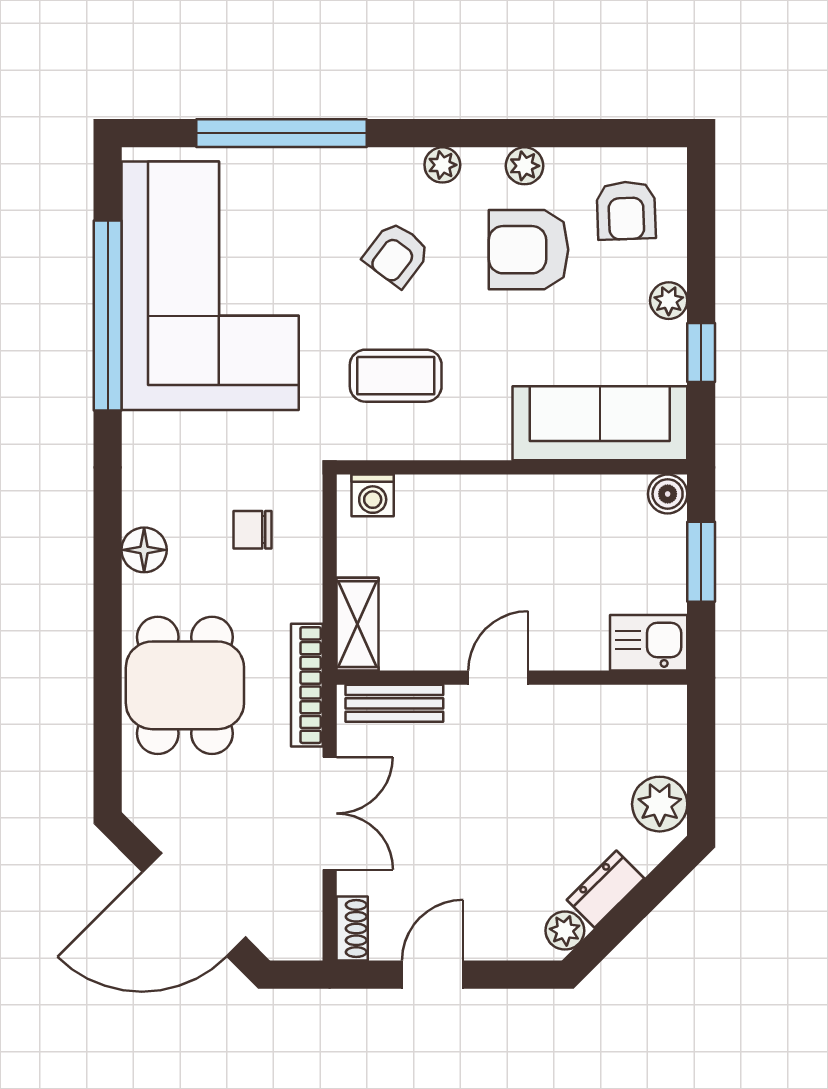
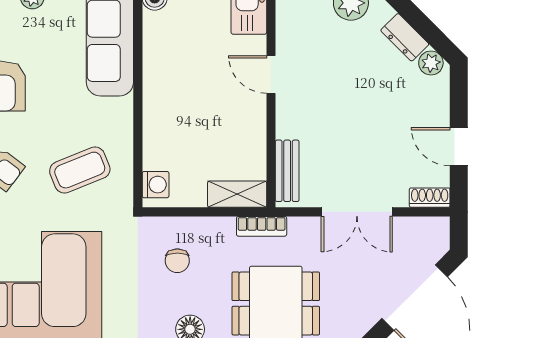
coffee table: (396, 376) -> (80, 170), turned 68
door: (498, 678) -> (271, 74), moved
bookcase: (307, 685) -> (262, 226), width x0.64
double door: (330, 813) -> (357, 212), swing flipped

